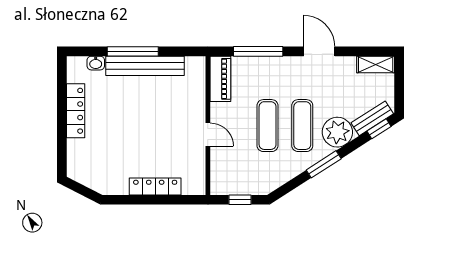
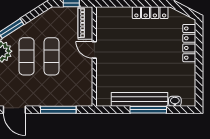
piano: (220, 79) -> (85, 23), moved
locker: (76, 111) -> (189, 43), moved
locker: (155, 187) -> (150, 13), moved

